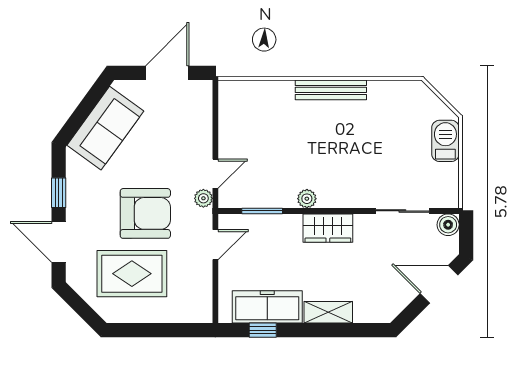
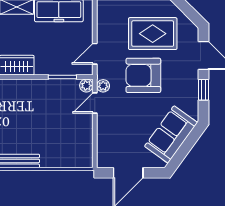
plant: (307, 199) -> (86, 86), moved

